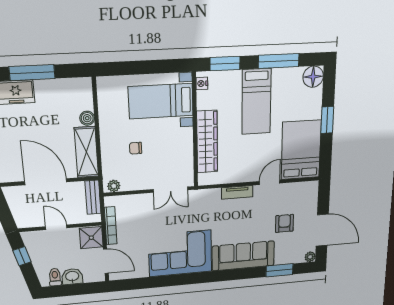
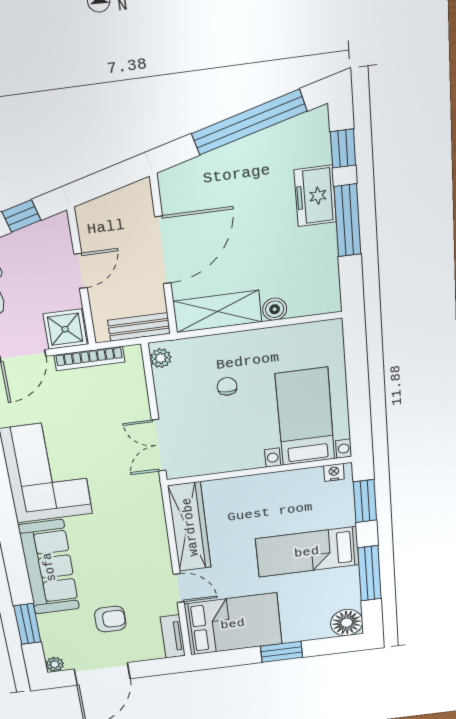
wardrobe: (207, 142) -> (190, 527), moved, turned -90
tv unit: (237, 192) -> (173, 636), moved

